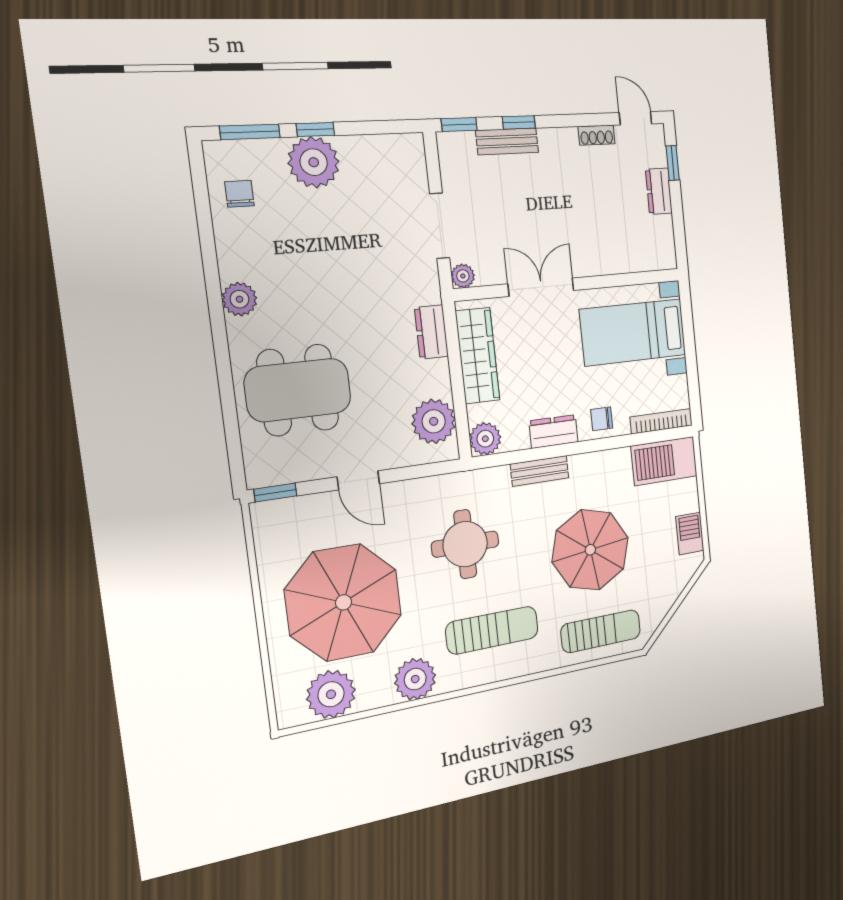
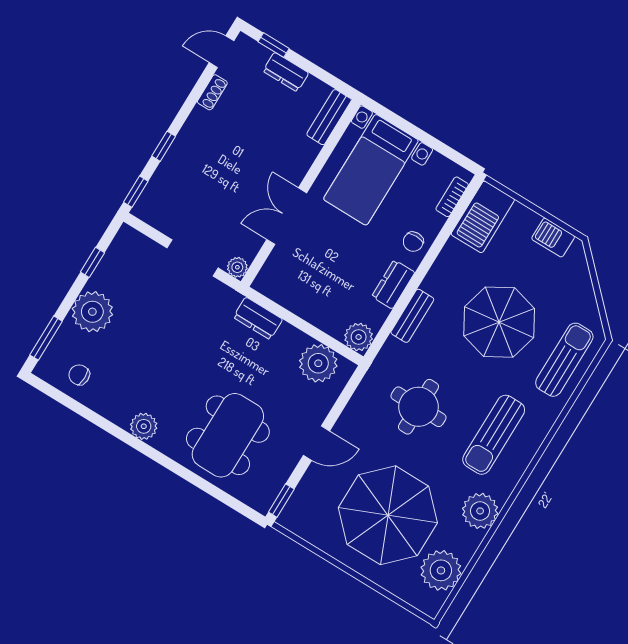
window: (315, 130) -> (92, 262), moved
bench: (507, 141) -> (329, 117), moved
wardrobe: (478, 356) -> (298, 299), removed
bookcase: (661, 421) -> (452, 197), width x0.64
sun lounger: (492, 630) -> (494, 435), turned 180

